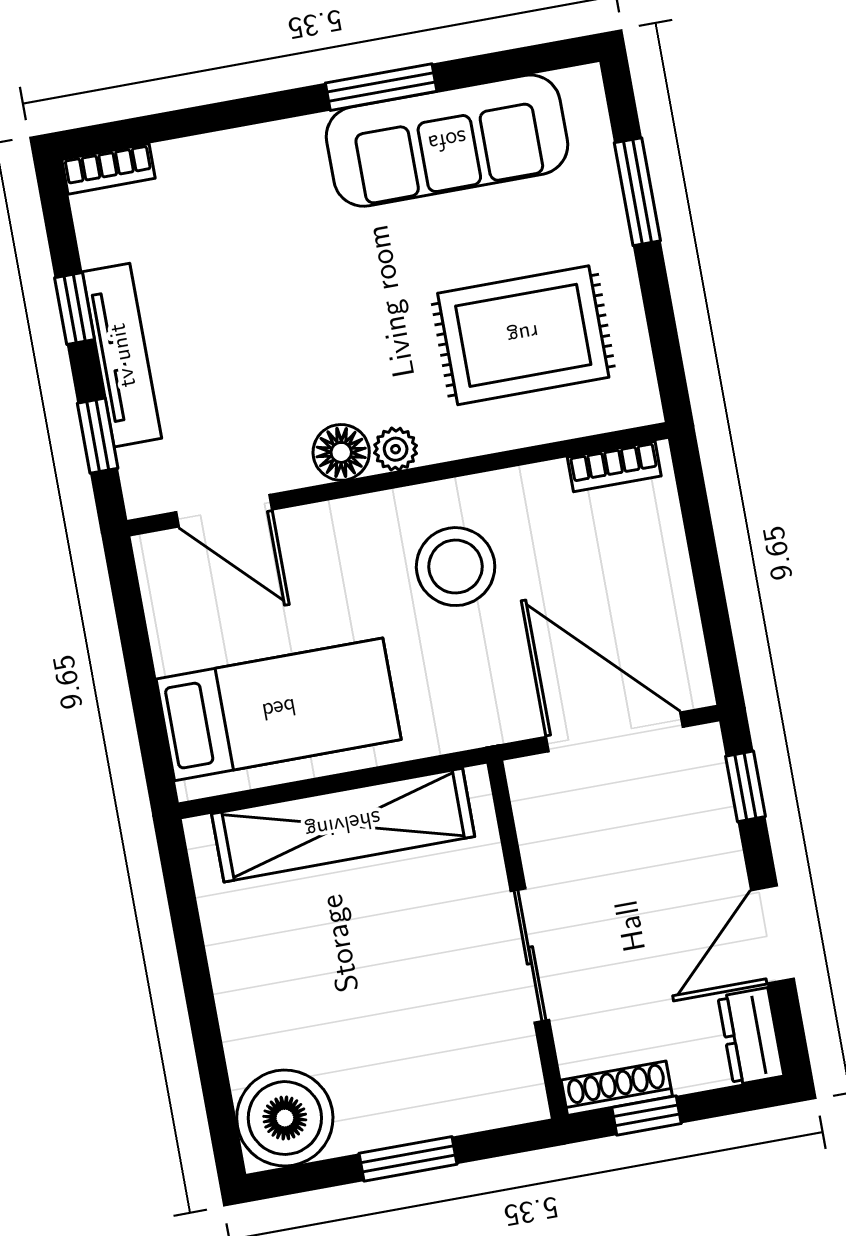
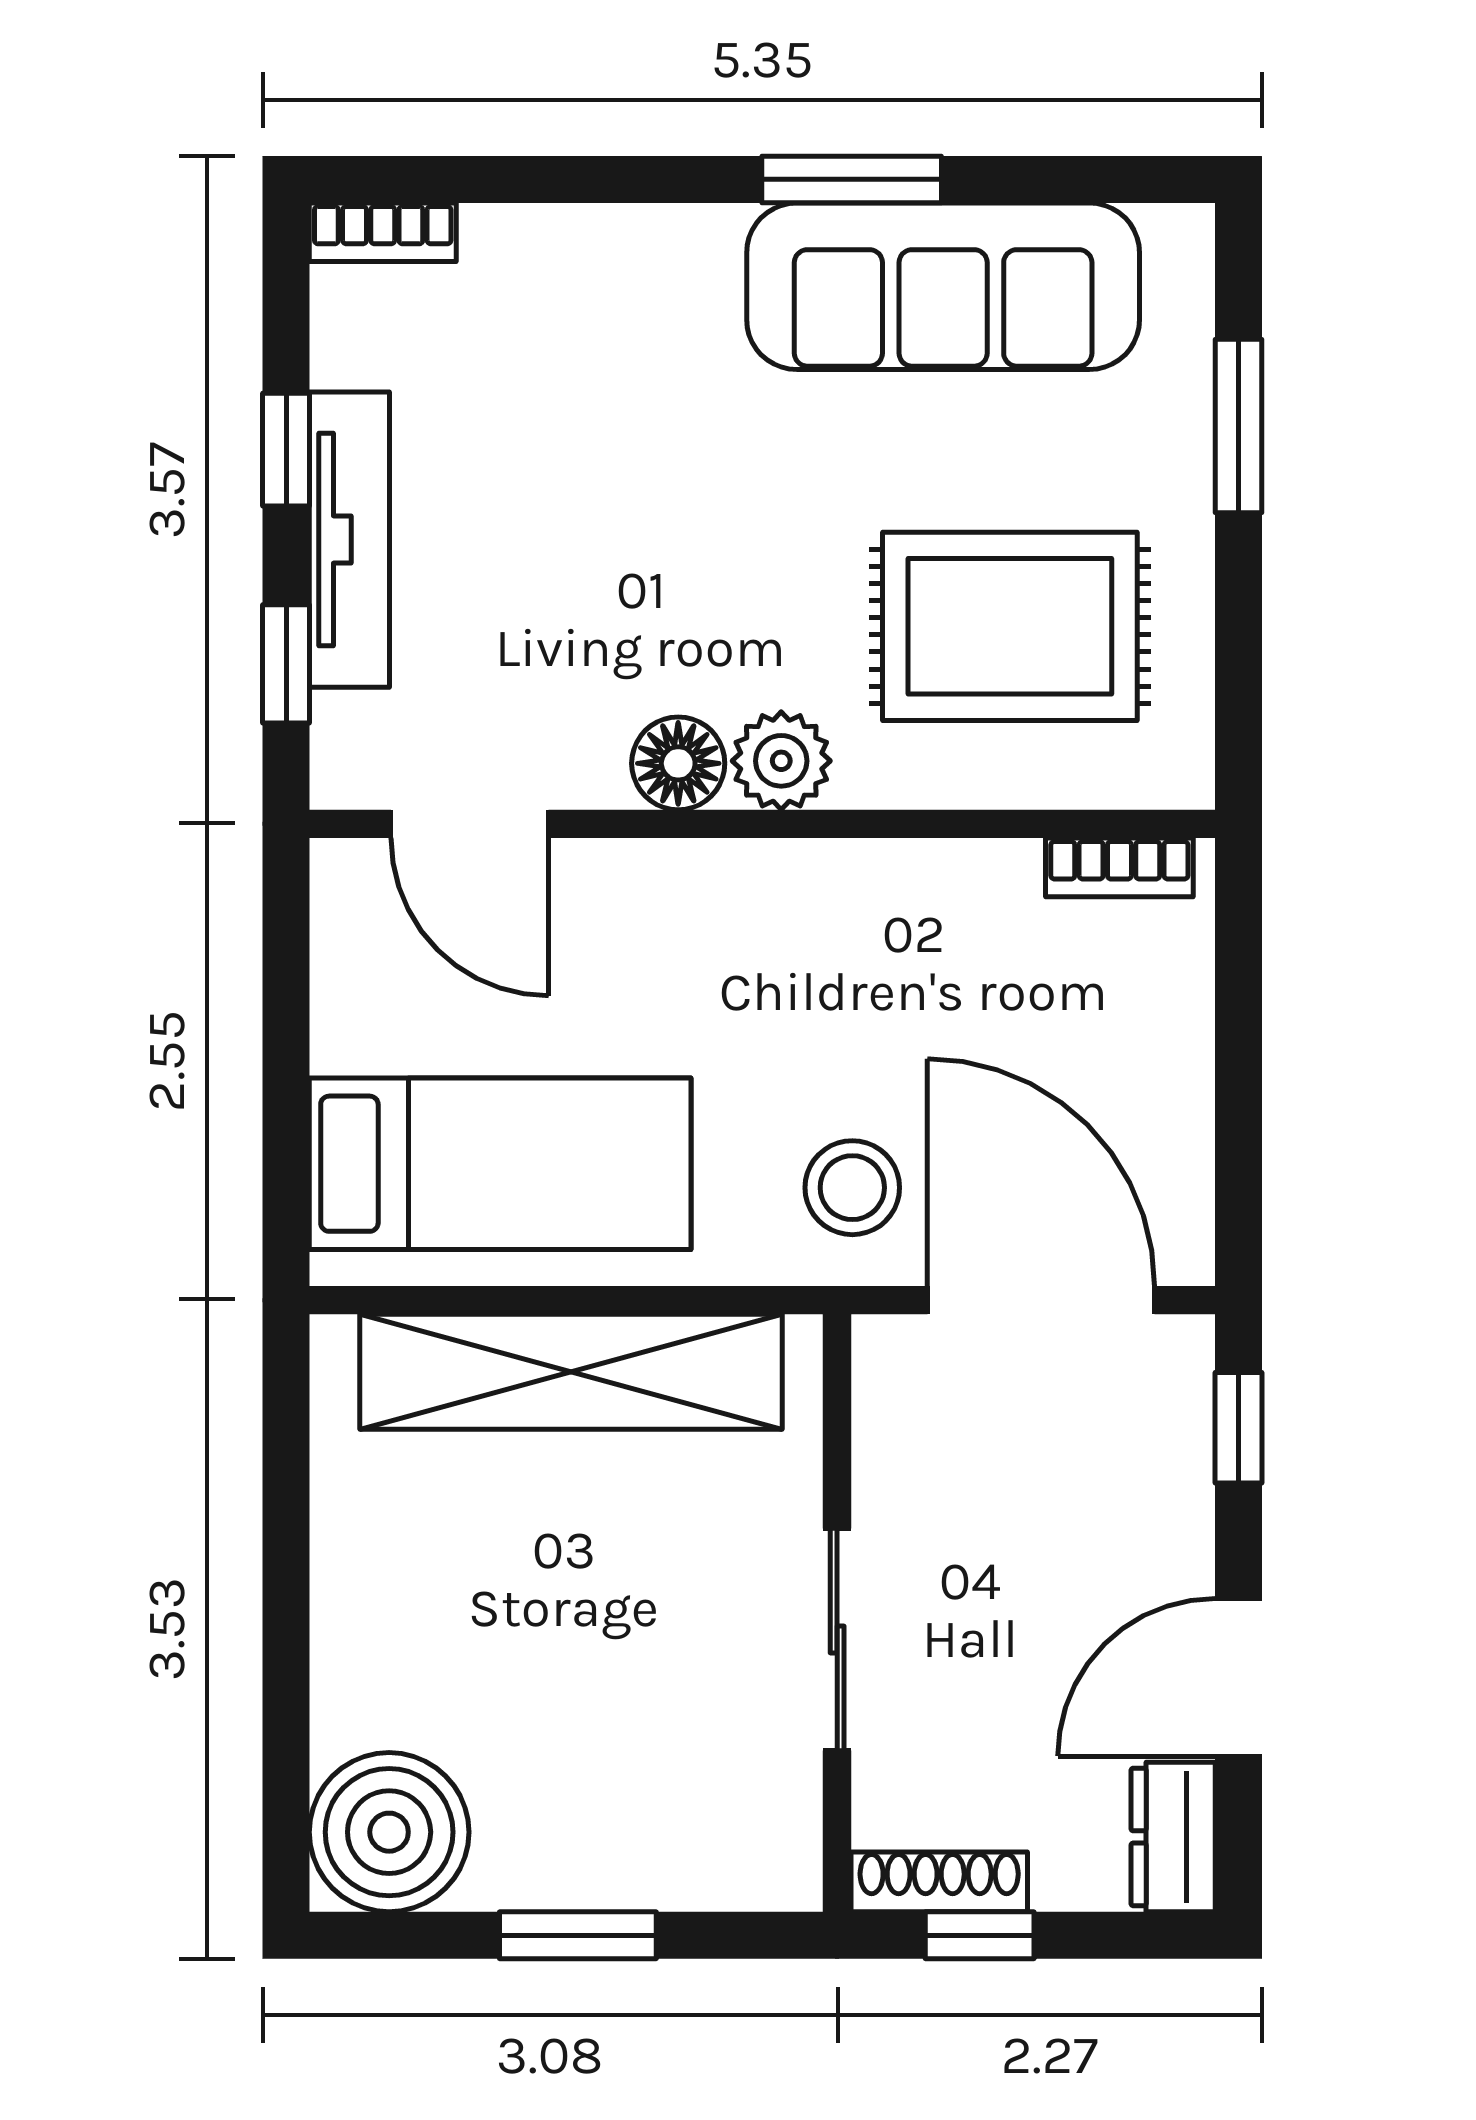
plant: (396, 449) -> (781, 761), width x1.38, depth x1.38
stool: (456, 567) -> (852, 1188), moved, width x0.73, depth x0.73

